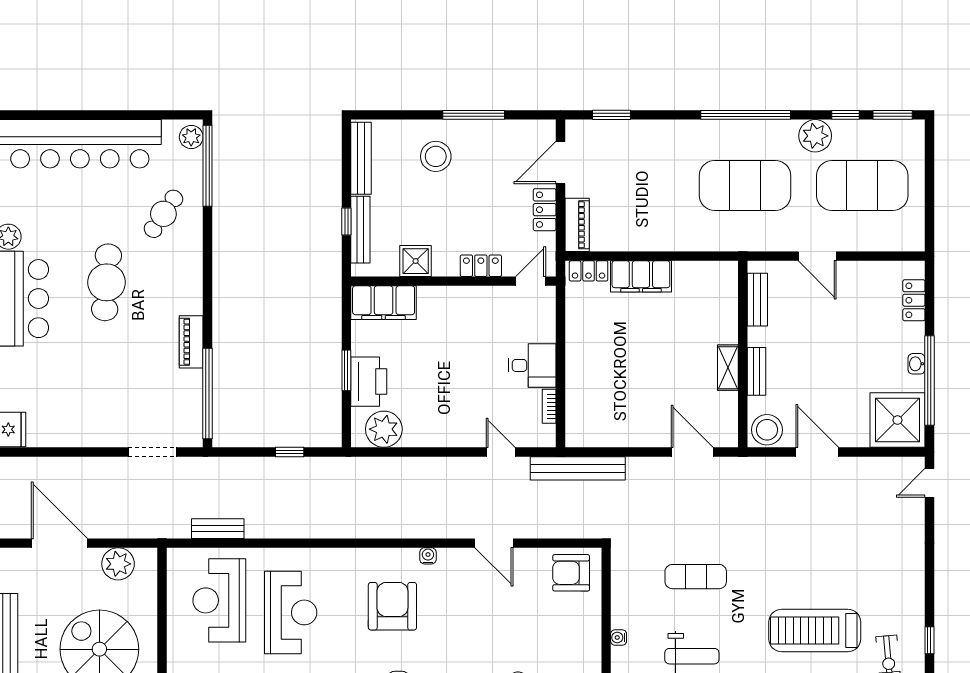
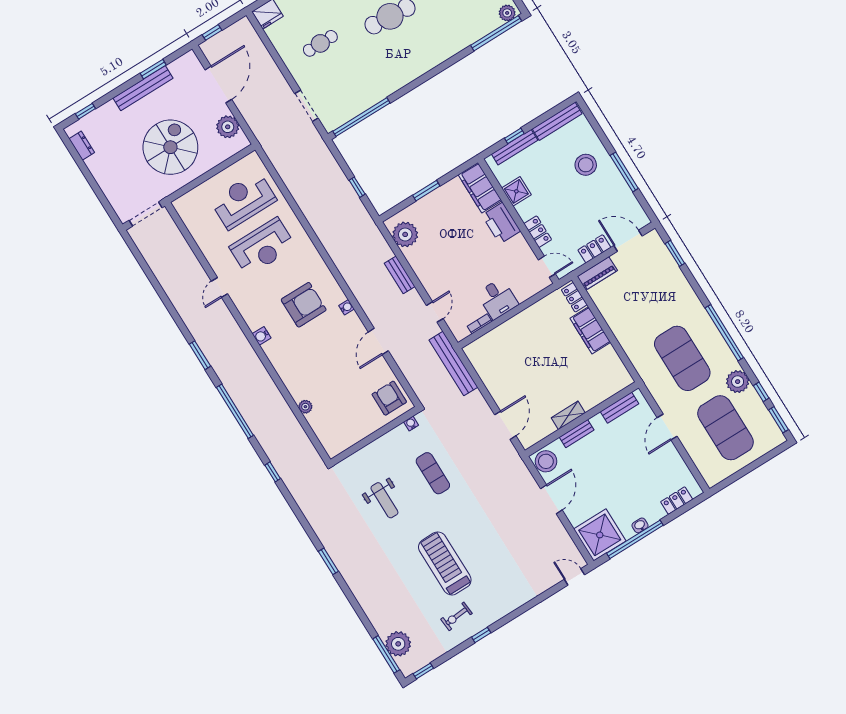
cafe table: (163, 214) -> (320, 43), moved, turned -34
piano: (191, 342) -> (386, 88), removed
printer: (369, 382) -> (501, 223), moved, turned 90
bench: (218, 529) -> (400, 275), moved
water cooler: (619, 637) -> (411, 423), moved

